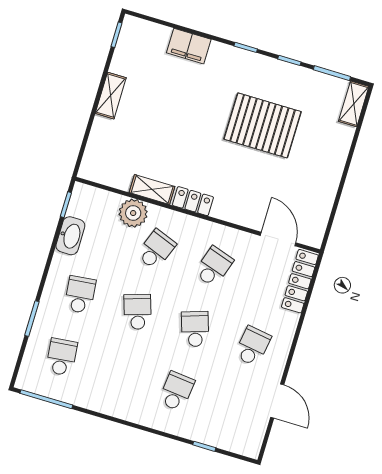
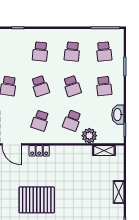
shelving: (152, 190) -> (104, 151), moved
locker: (193, 201) -> (39, 151), moved
school desk: (119, 374) -> (72, 52), added

